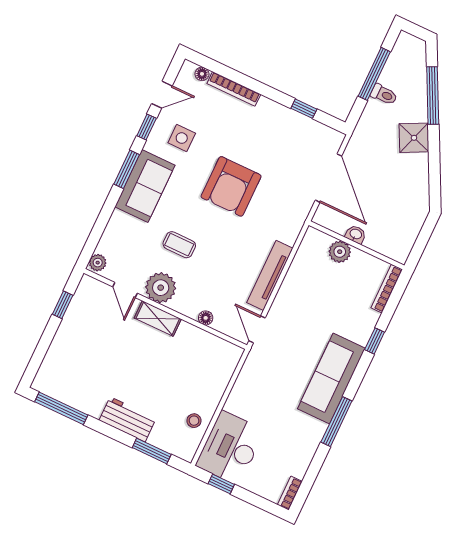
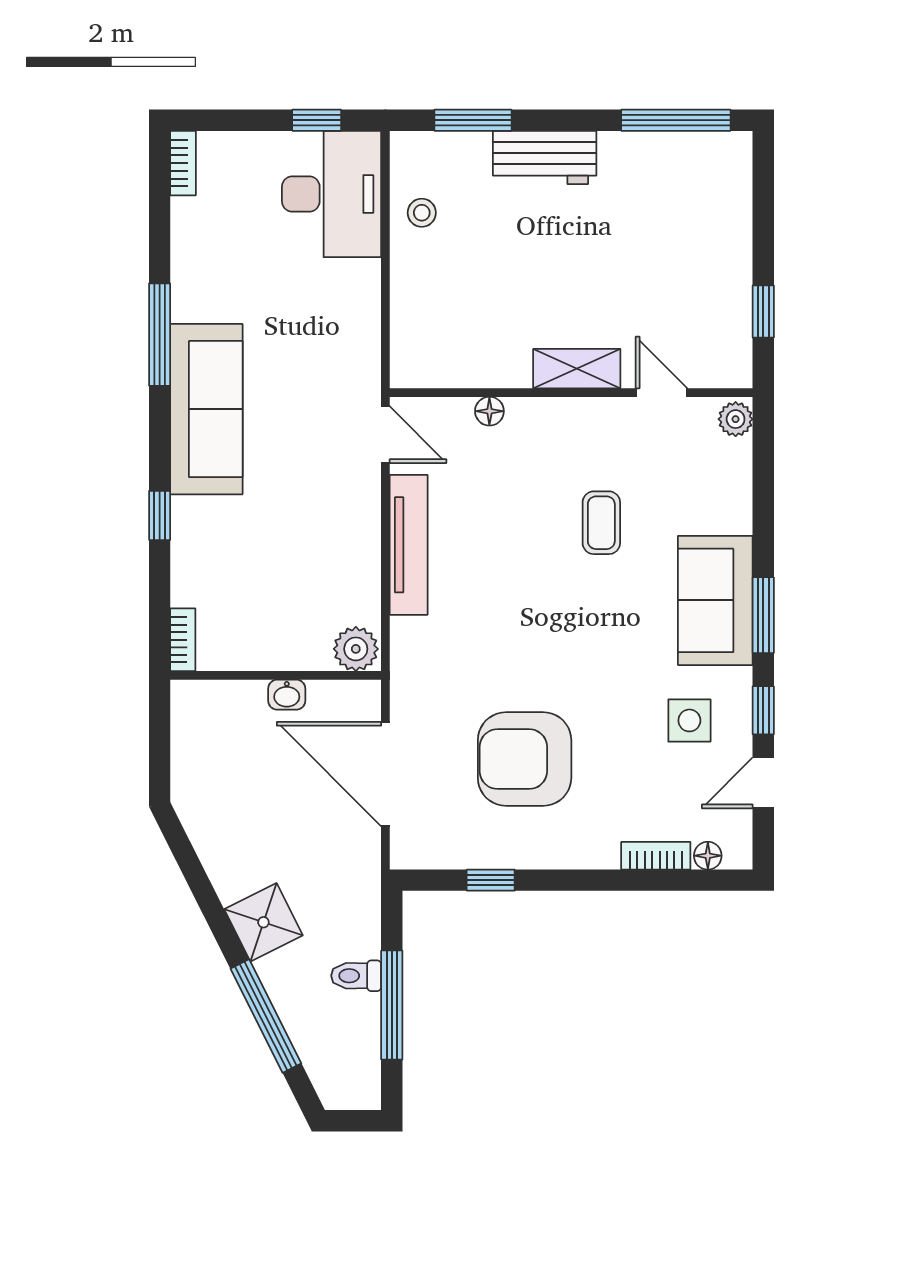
bookcase: (234, 89) -> (656, 856), width x0.64
armchair: (231, 186) -> (525, 759), moved, turned -90
coffee table: (179, 245) -> (601, 523), turned 90
plant: (340, 252) -> (356, 649), moved
plant: (161, 288) -> (598, 428), removed
bookcase: (387, 289) -> (183, 640), width x0.64

